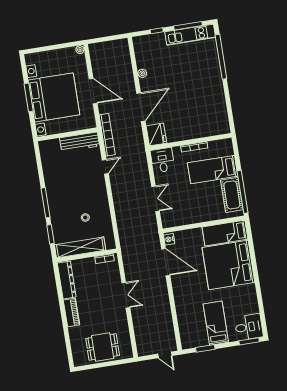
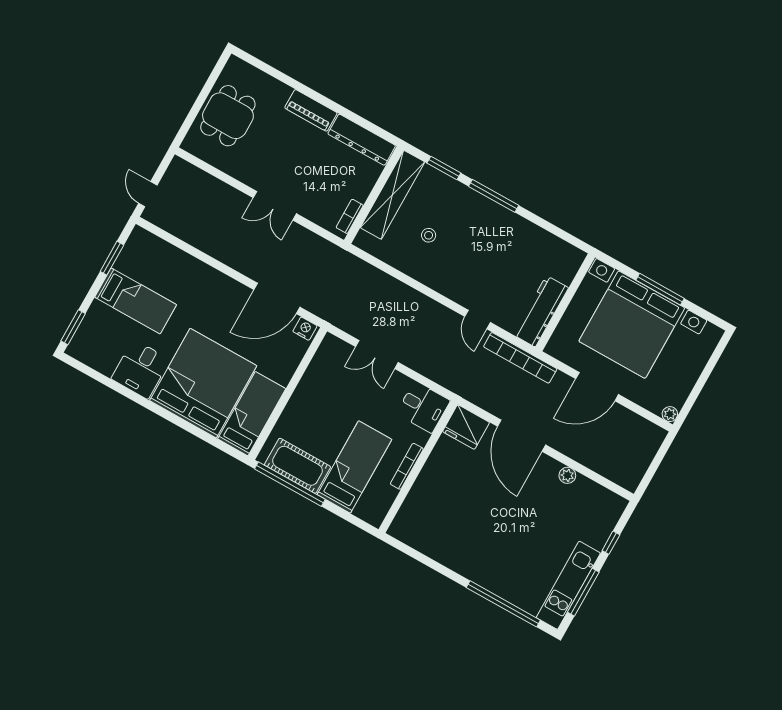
desk: (249, 327) -> (141, 369), moved
door: (165, 355) -> (148, 194), hinge flipped

